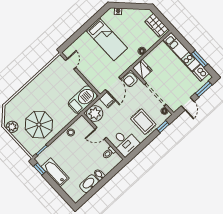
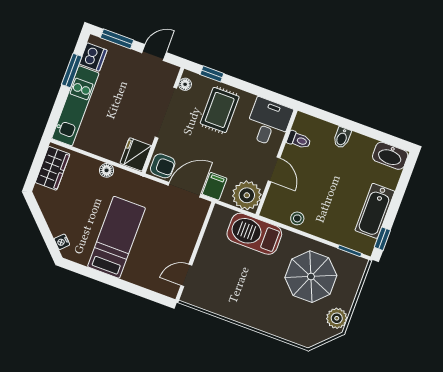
barbecue: (83, 100) -> (254, 234), moved
washbasin: (89, 184) -> (390, 156), moved

